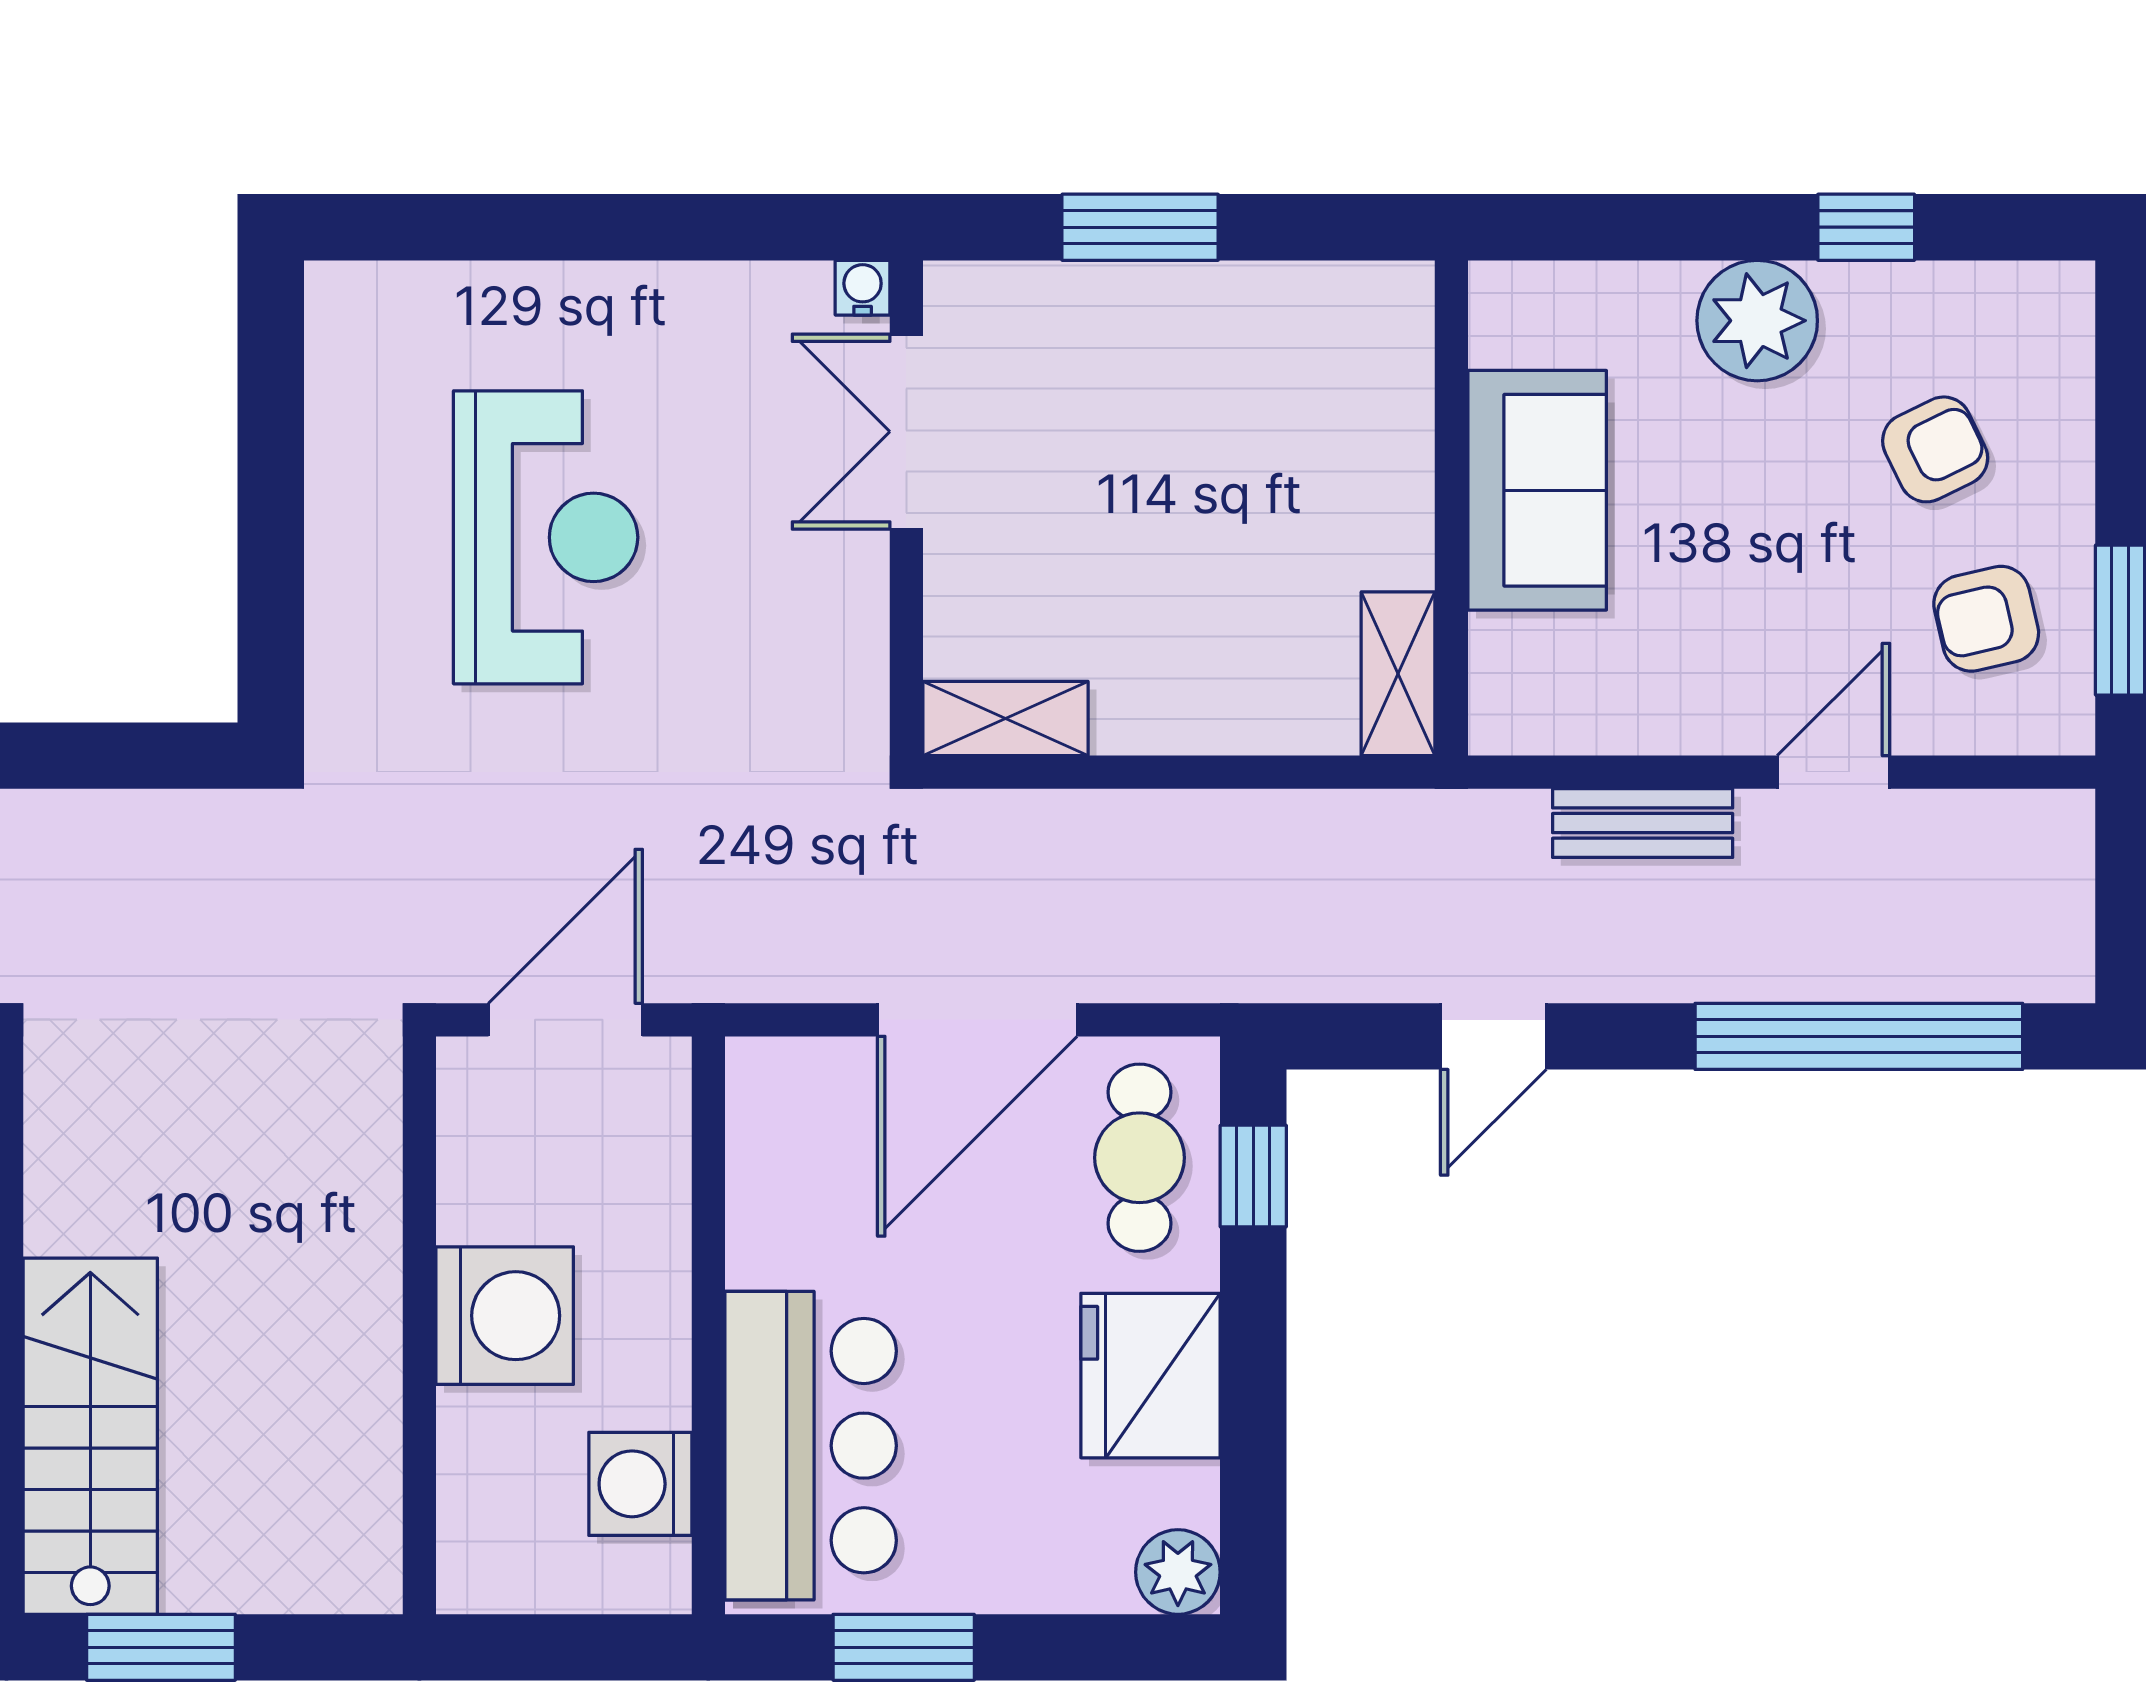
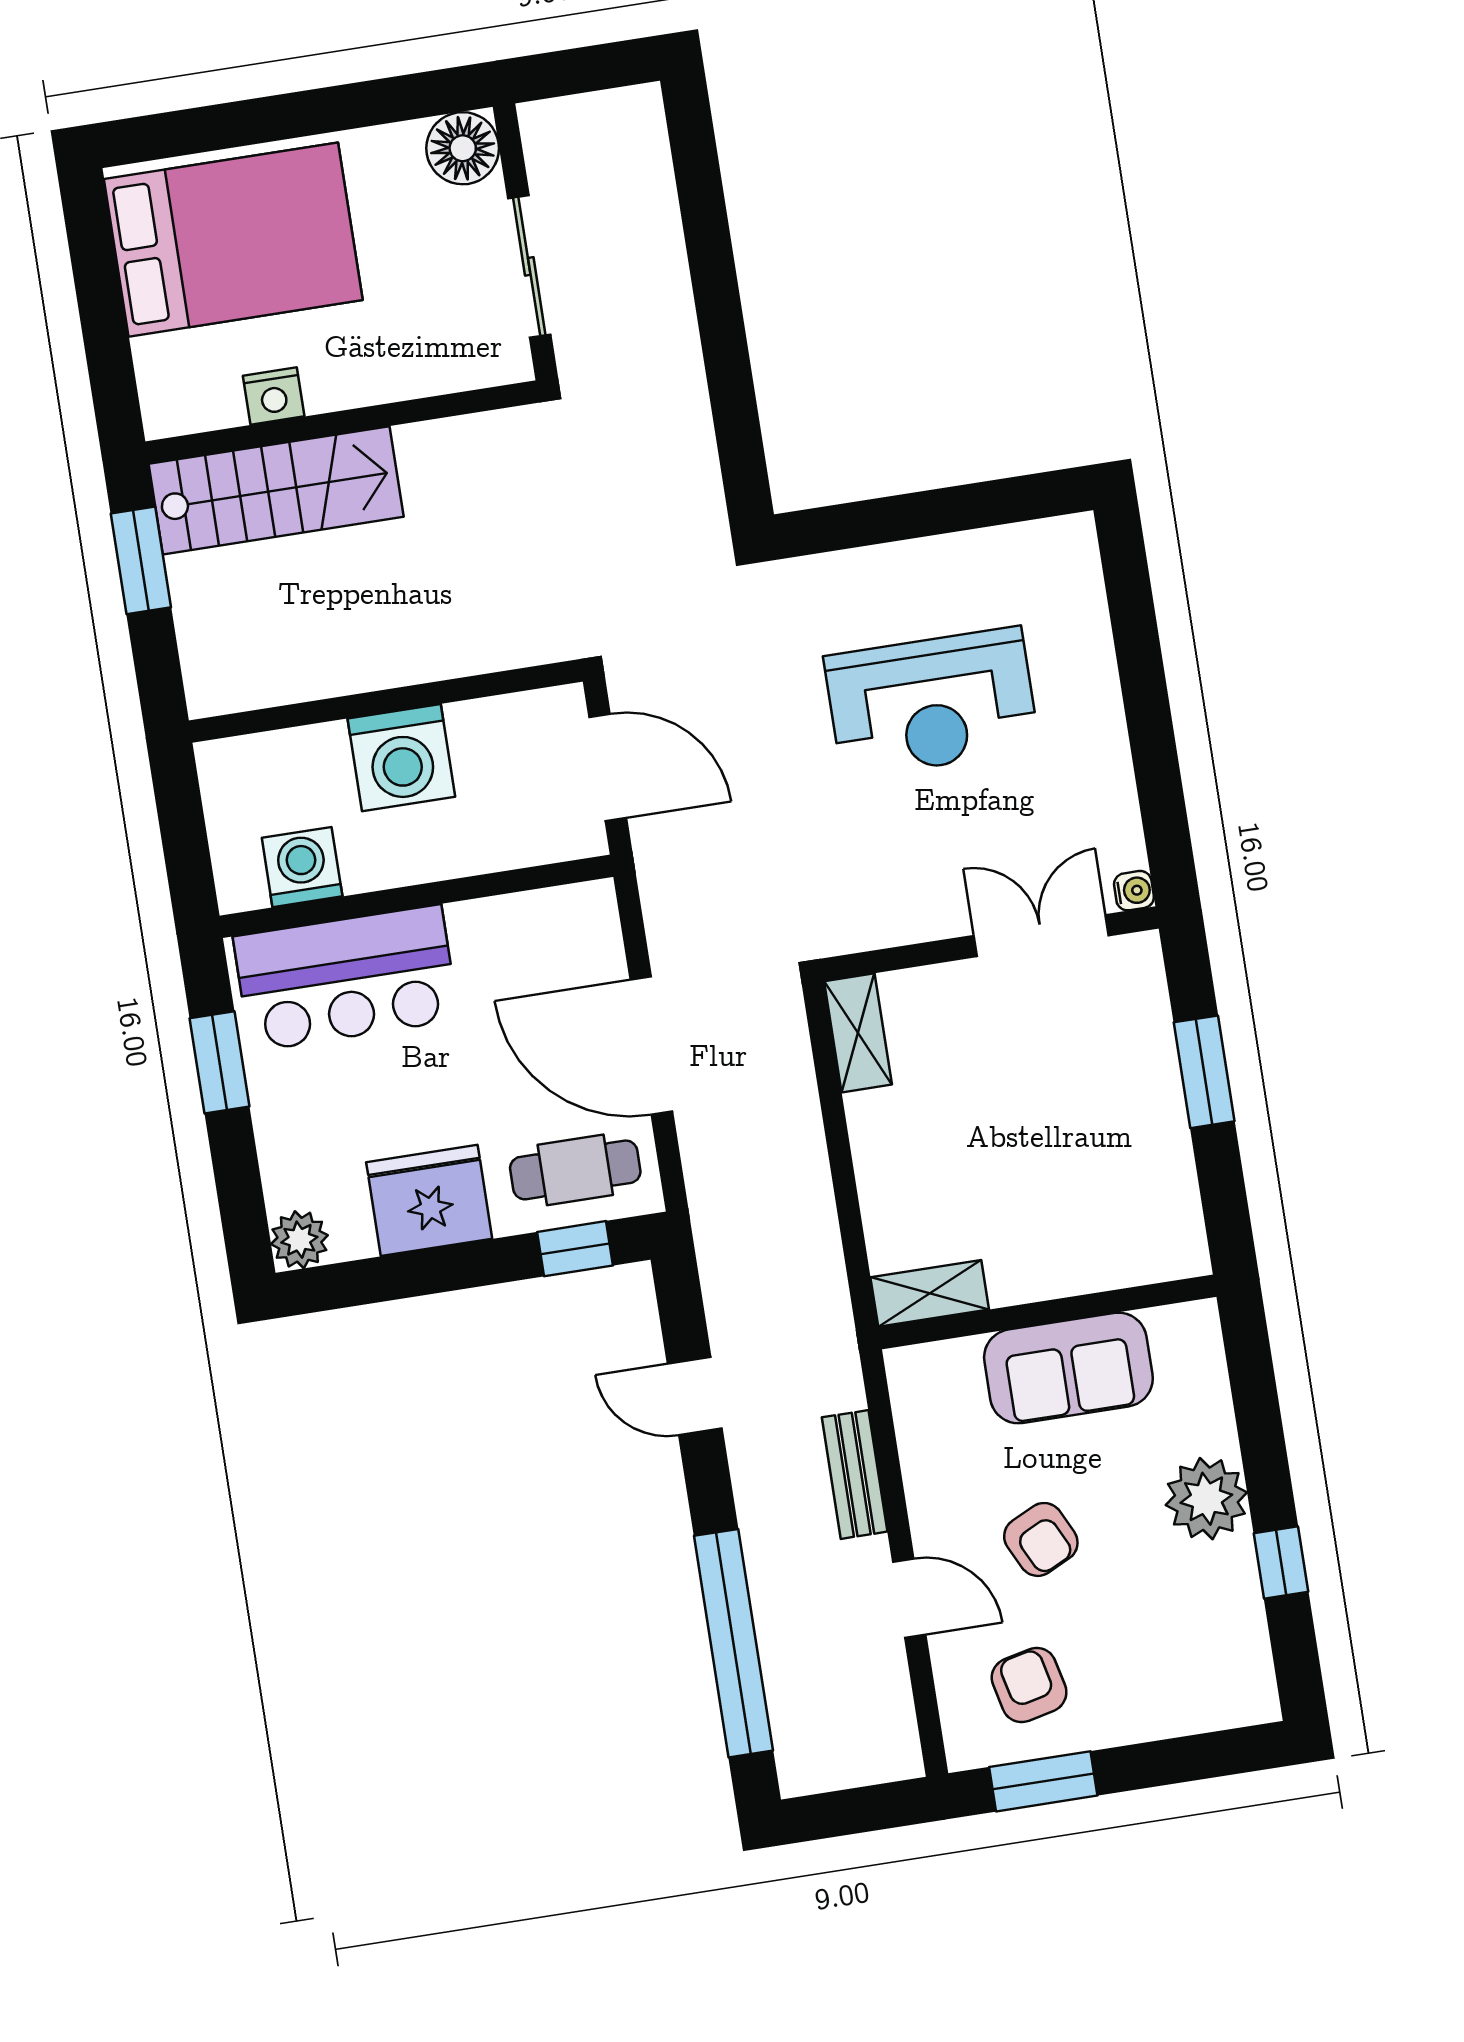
armchair: (1935, 449) -> (1041, 1539), moved

